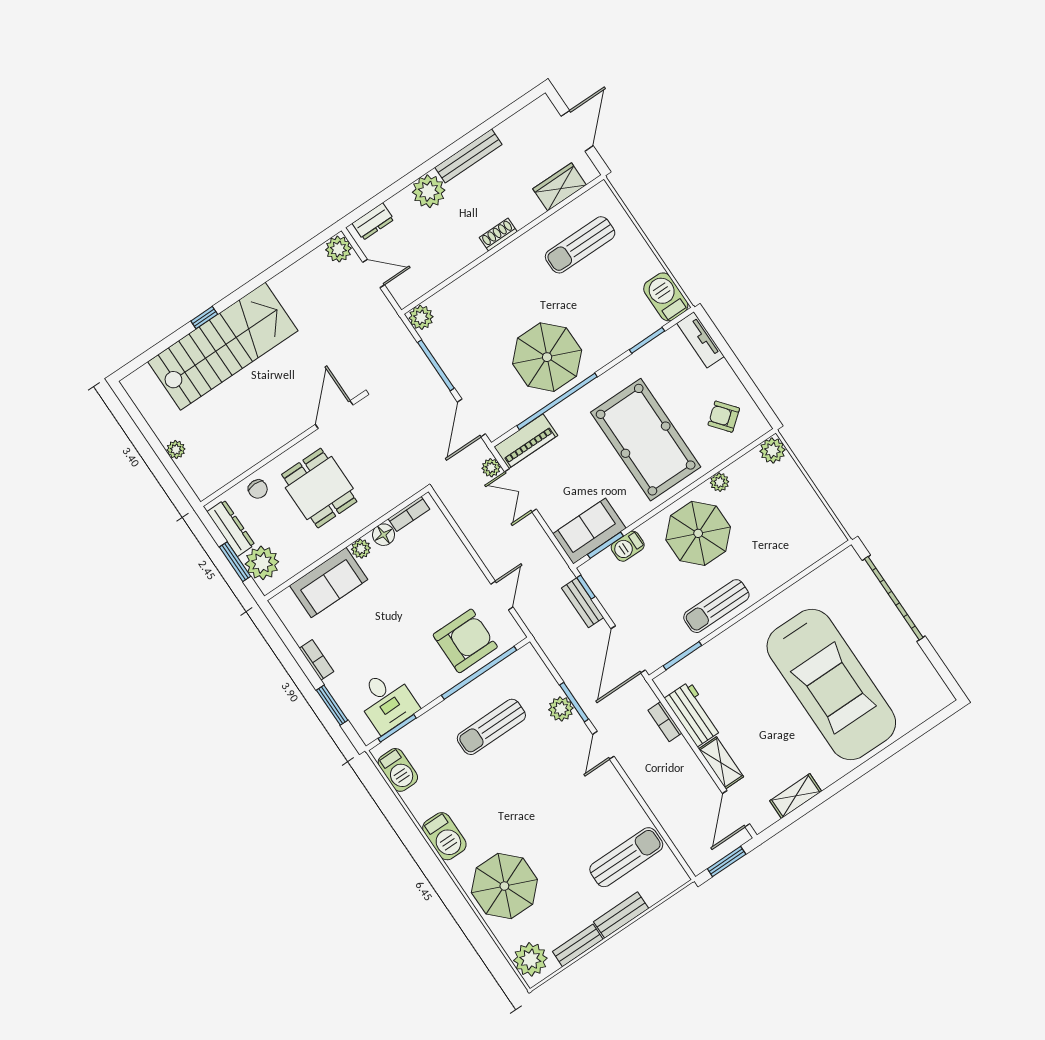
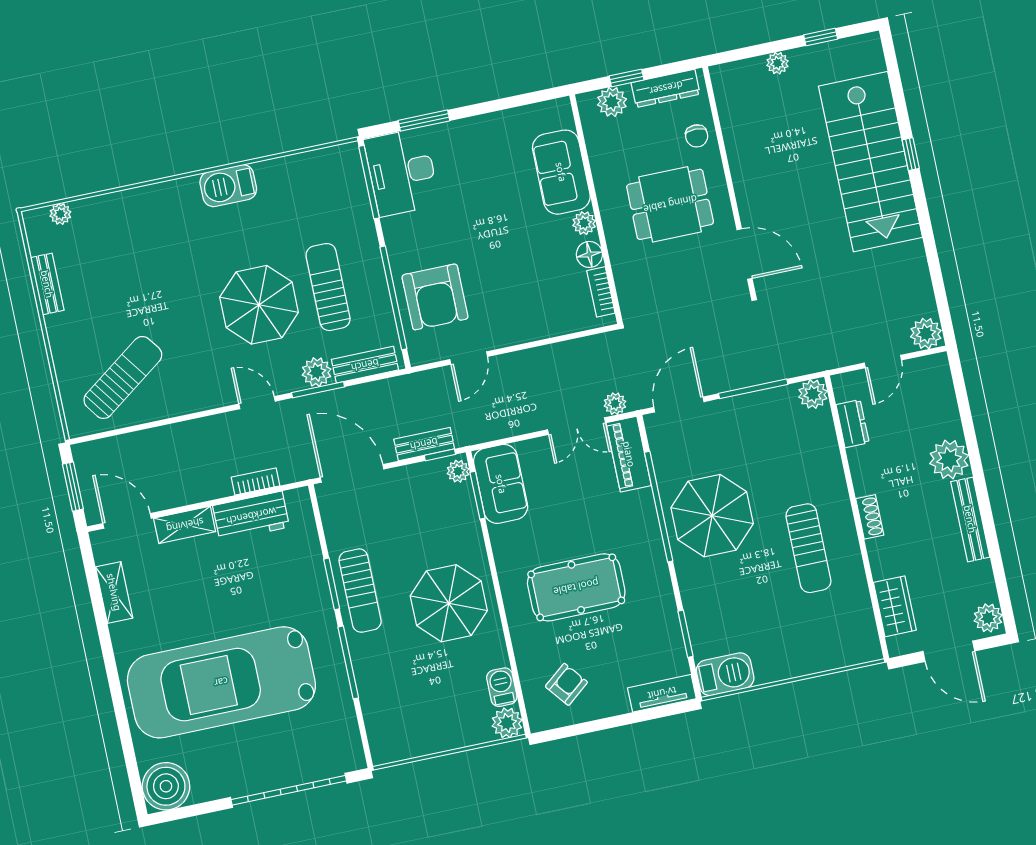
plant: (539, 111) -> (988, 618), added
dresser: (373, 221) -> (853, 424), moved, turned 180
sun lounger: (580, 245) -> (808, 548), moved, turned 180
door: (471, 418) -> (679, 405), hinge flipped
window: (142, 424) -> (821, 37), added
pool table: (646, 440) -> (576, 587), width x0.73, depth x0.76
plant: (720, 482) -> (458, 471), moved
chair: (258, 489) -> (697, 136), turned -90
double door: (521, 490) -> (577, 426), swing flipped
barbecue: (628, 546) -> (502, 687), moved
window: (235, 562) -> (627, 78), width x0.67
plant: (262, 563) -> (612, 102), width x0.73, depth x0.73
window: (776, 593) -> (348, 662), added
door: (502, 595) -> (469, 358), hinge flipped
sun lounger: (716, 606) -> (360, 591), turned 180
window: (682, 656) -> (332, 584), moved
bookcase: (316, 660) -> (481, 124), removed
boiler: (929, 695) -> (166, 786), added
desk: (387, 701) -> (402, 172), width x1.37
window: (397, 728) -> (369, 182), width x1.44
barbecue: (398, 770) -> (323, 164), removed
sun lounger: (626, 857) -> (123, 377), turned -126
parasol: (504, 886) -> (259, 305), moved
bench: (621, 915) -> (365, 365), moved, turned 90
plant: (530, 959) -> (60, 214), width x0.53, depth x0.53

